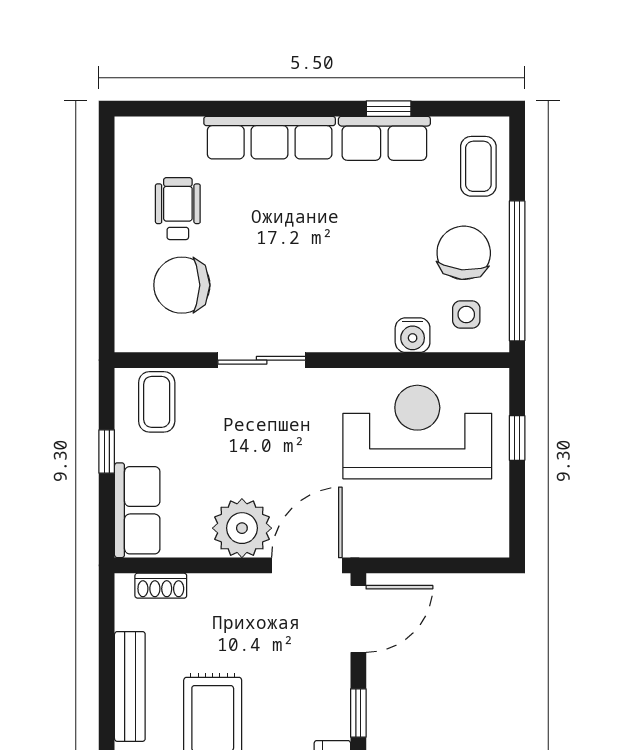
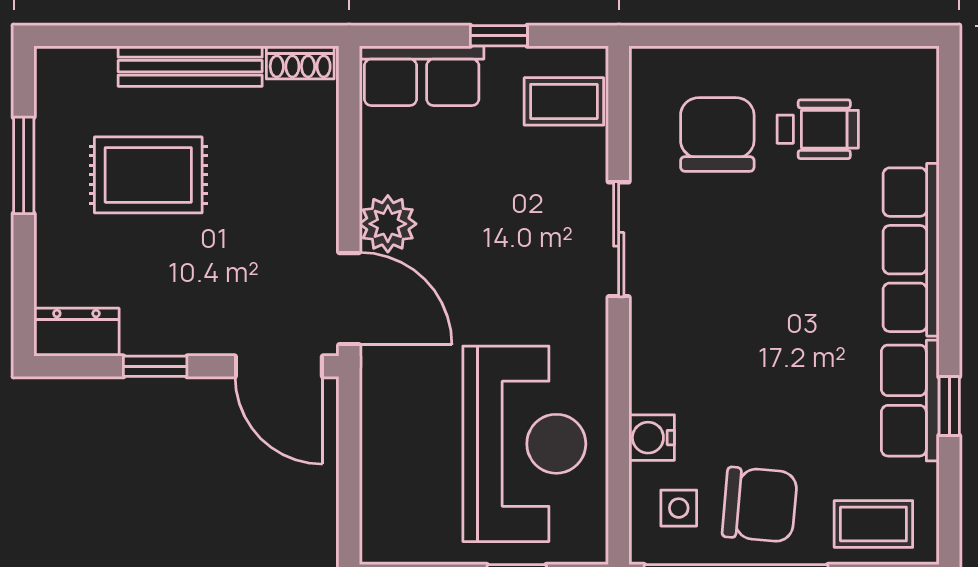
plant: (242, 528) -> (388, 224), width x0.73, depth x0.73
shoe rack: (161, 586) -> (300, 62), moved, turned -90

